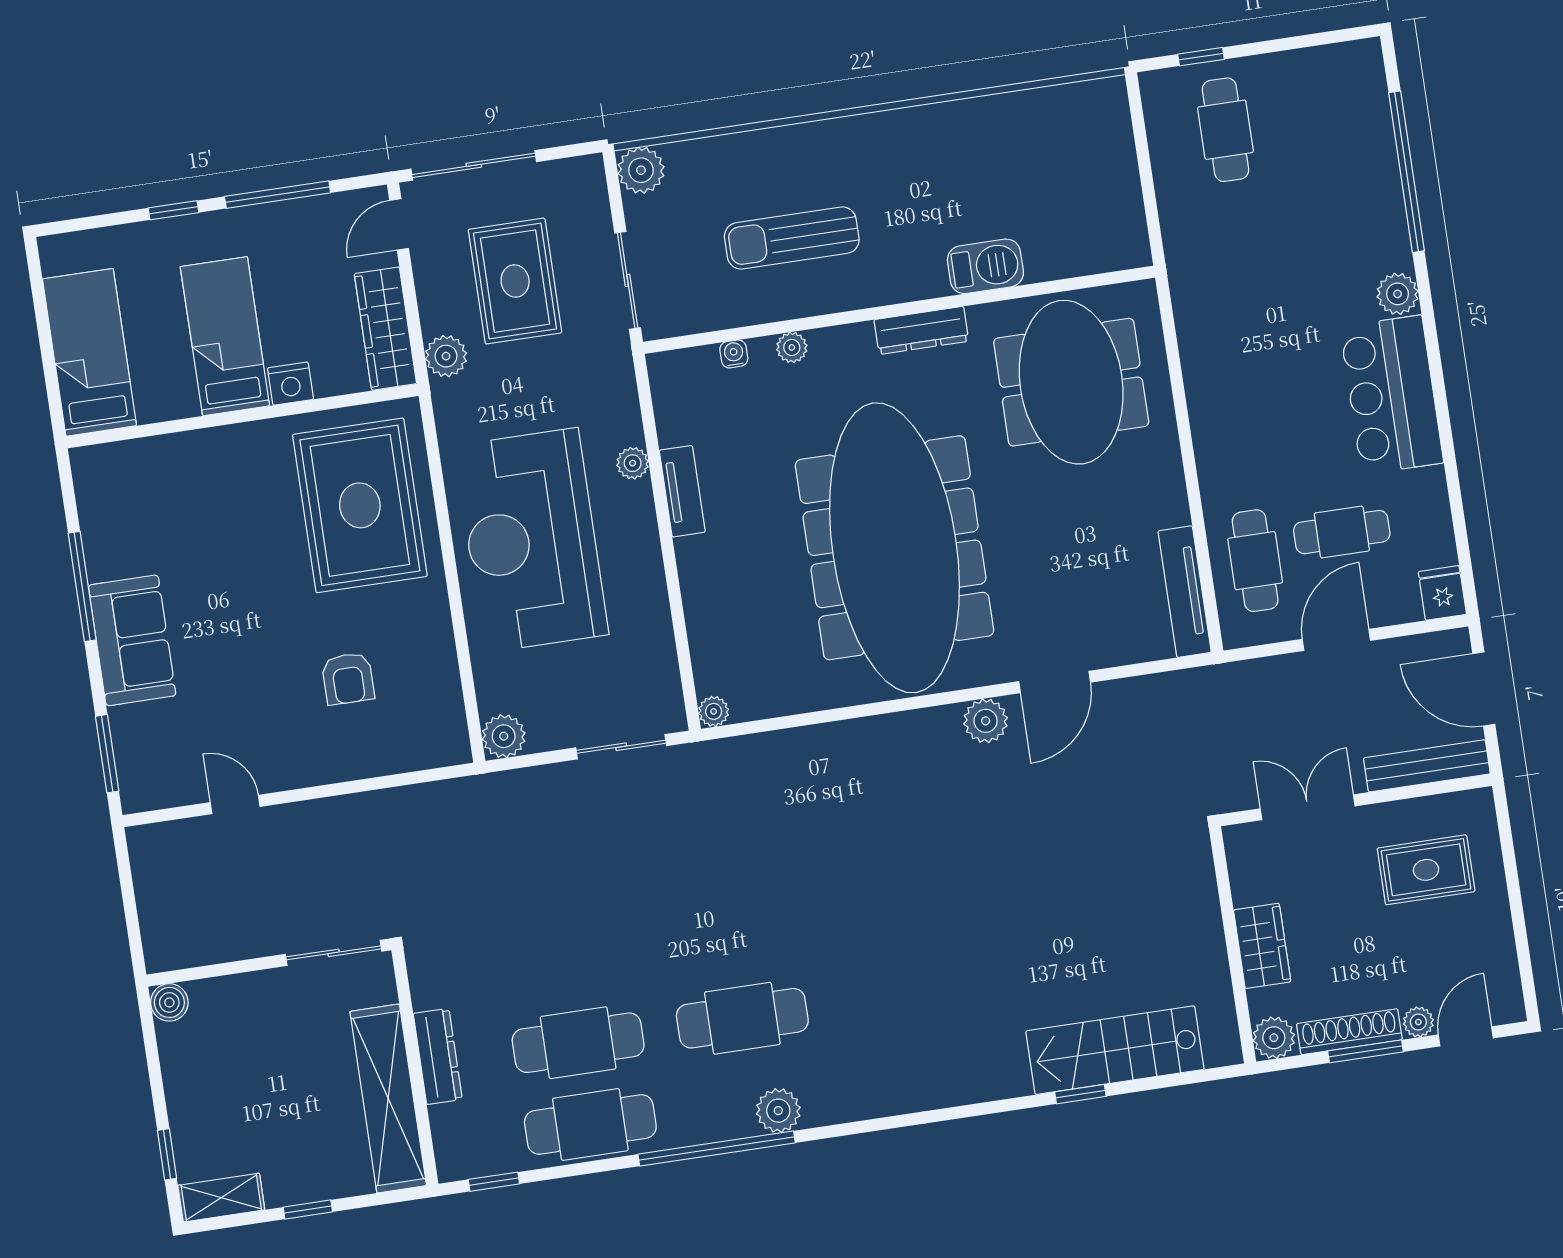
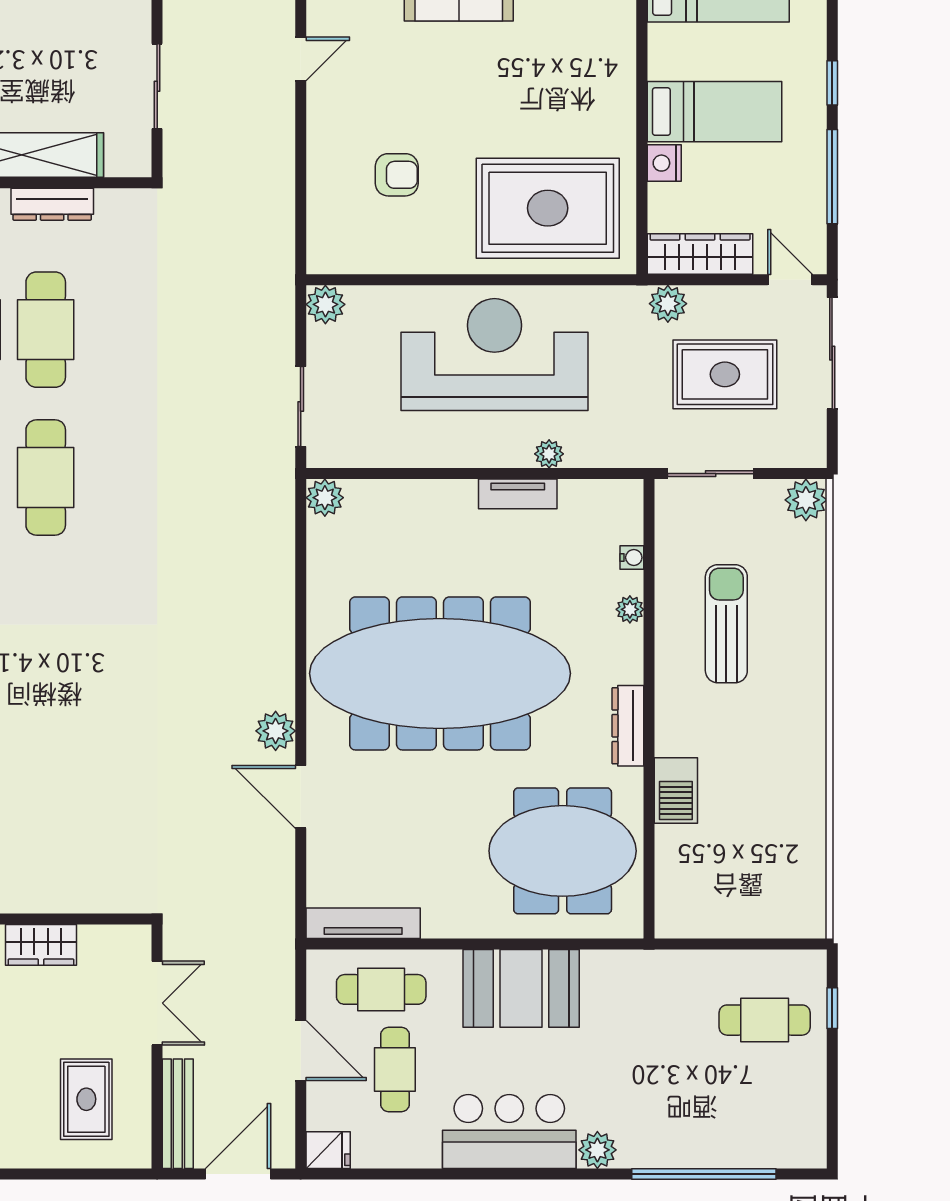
booth: (1231, 405) -> (521, 988), added
armchair: (348, 679) -> (397, 175), turned 180
plant: (714, 711) -> (325, 498), width x1.38, depth x1.38
sliding door: (334, 953) -> (157, 86), moved

